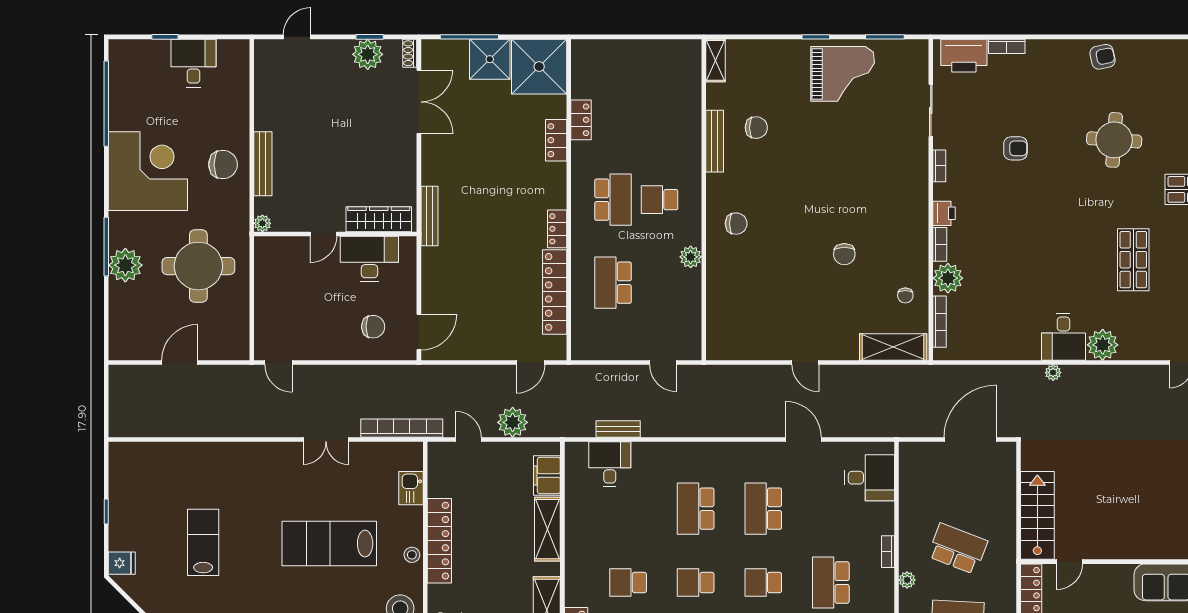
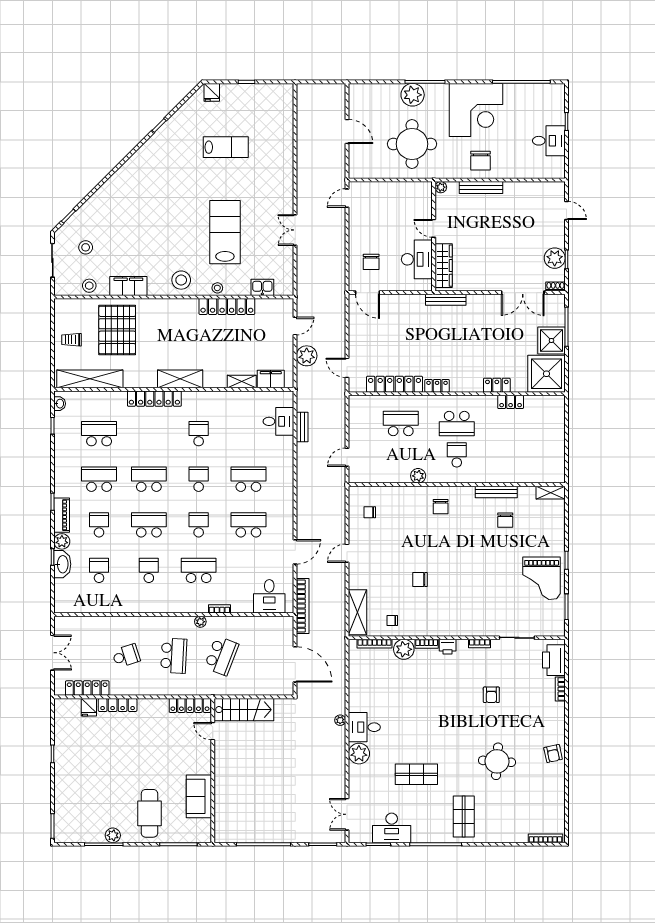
chair: (745, 329) -> (370, 512), added
bookcase: (402, 428) -> (303, 606), moved
shelving: (547, 529) -> (242, 381), width x0.67, depth x0.75

